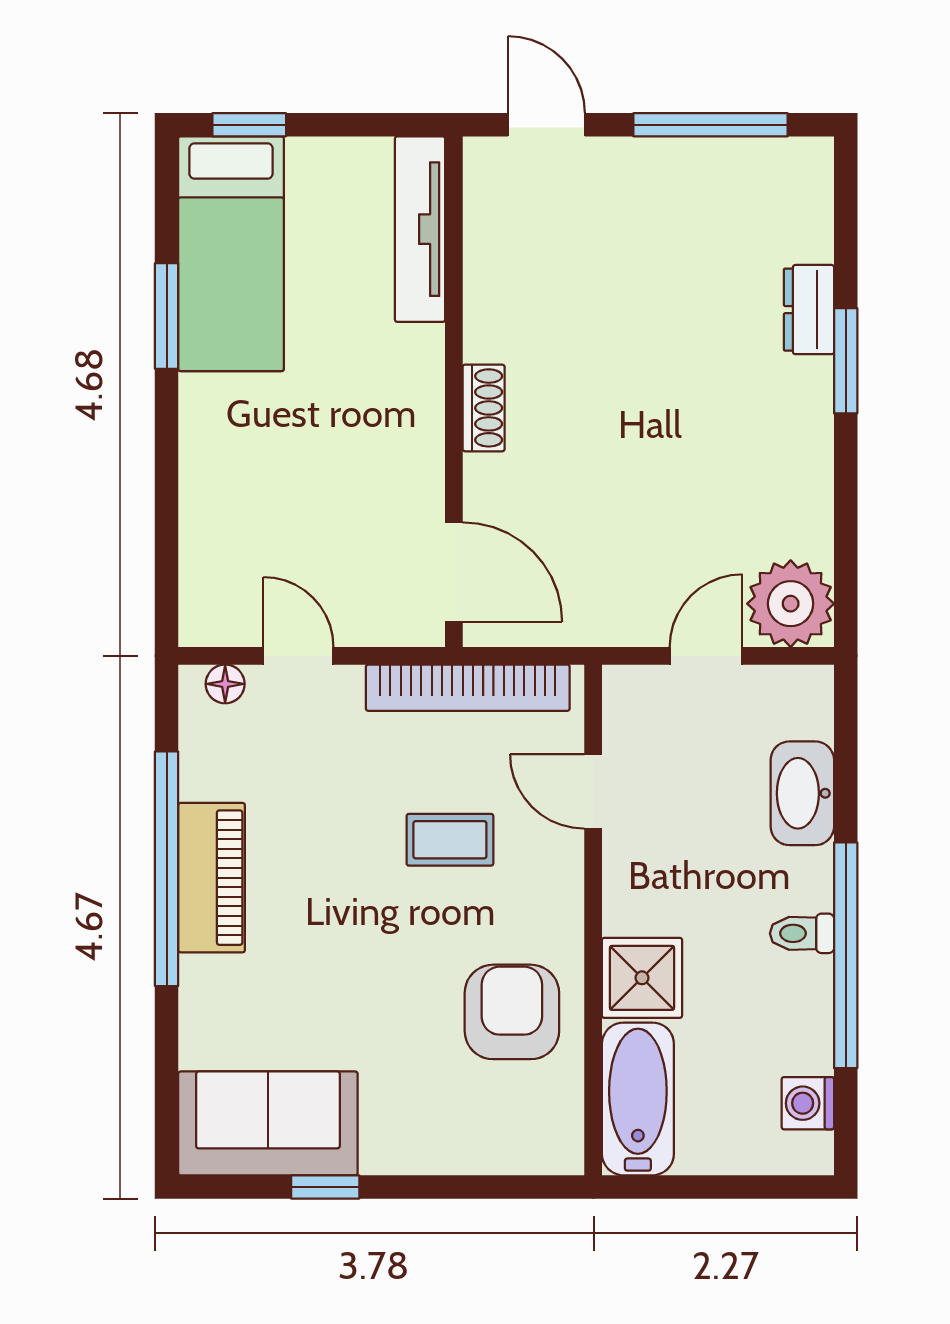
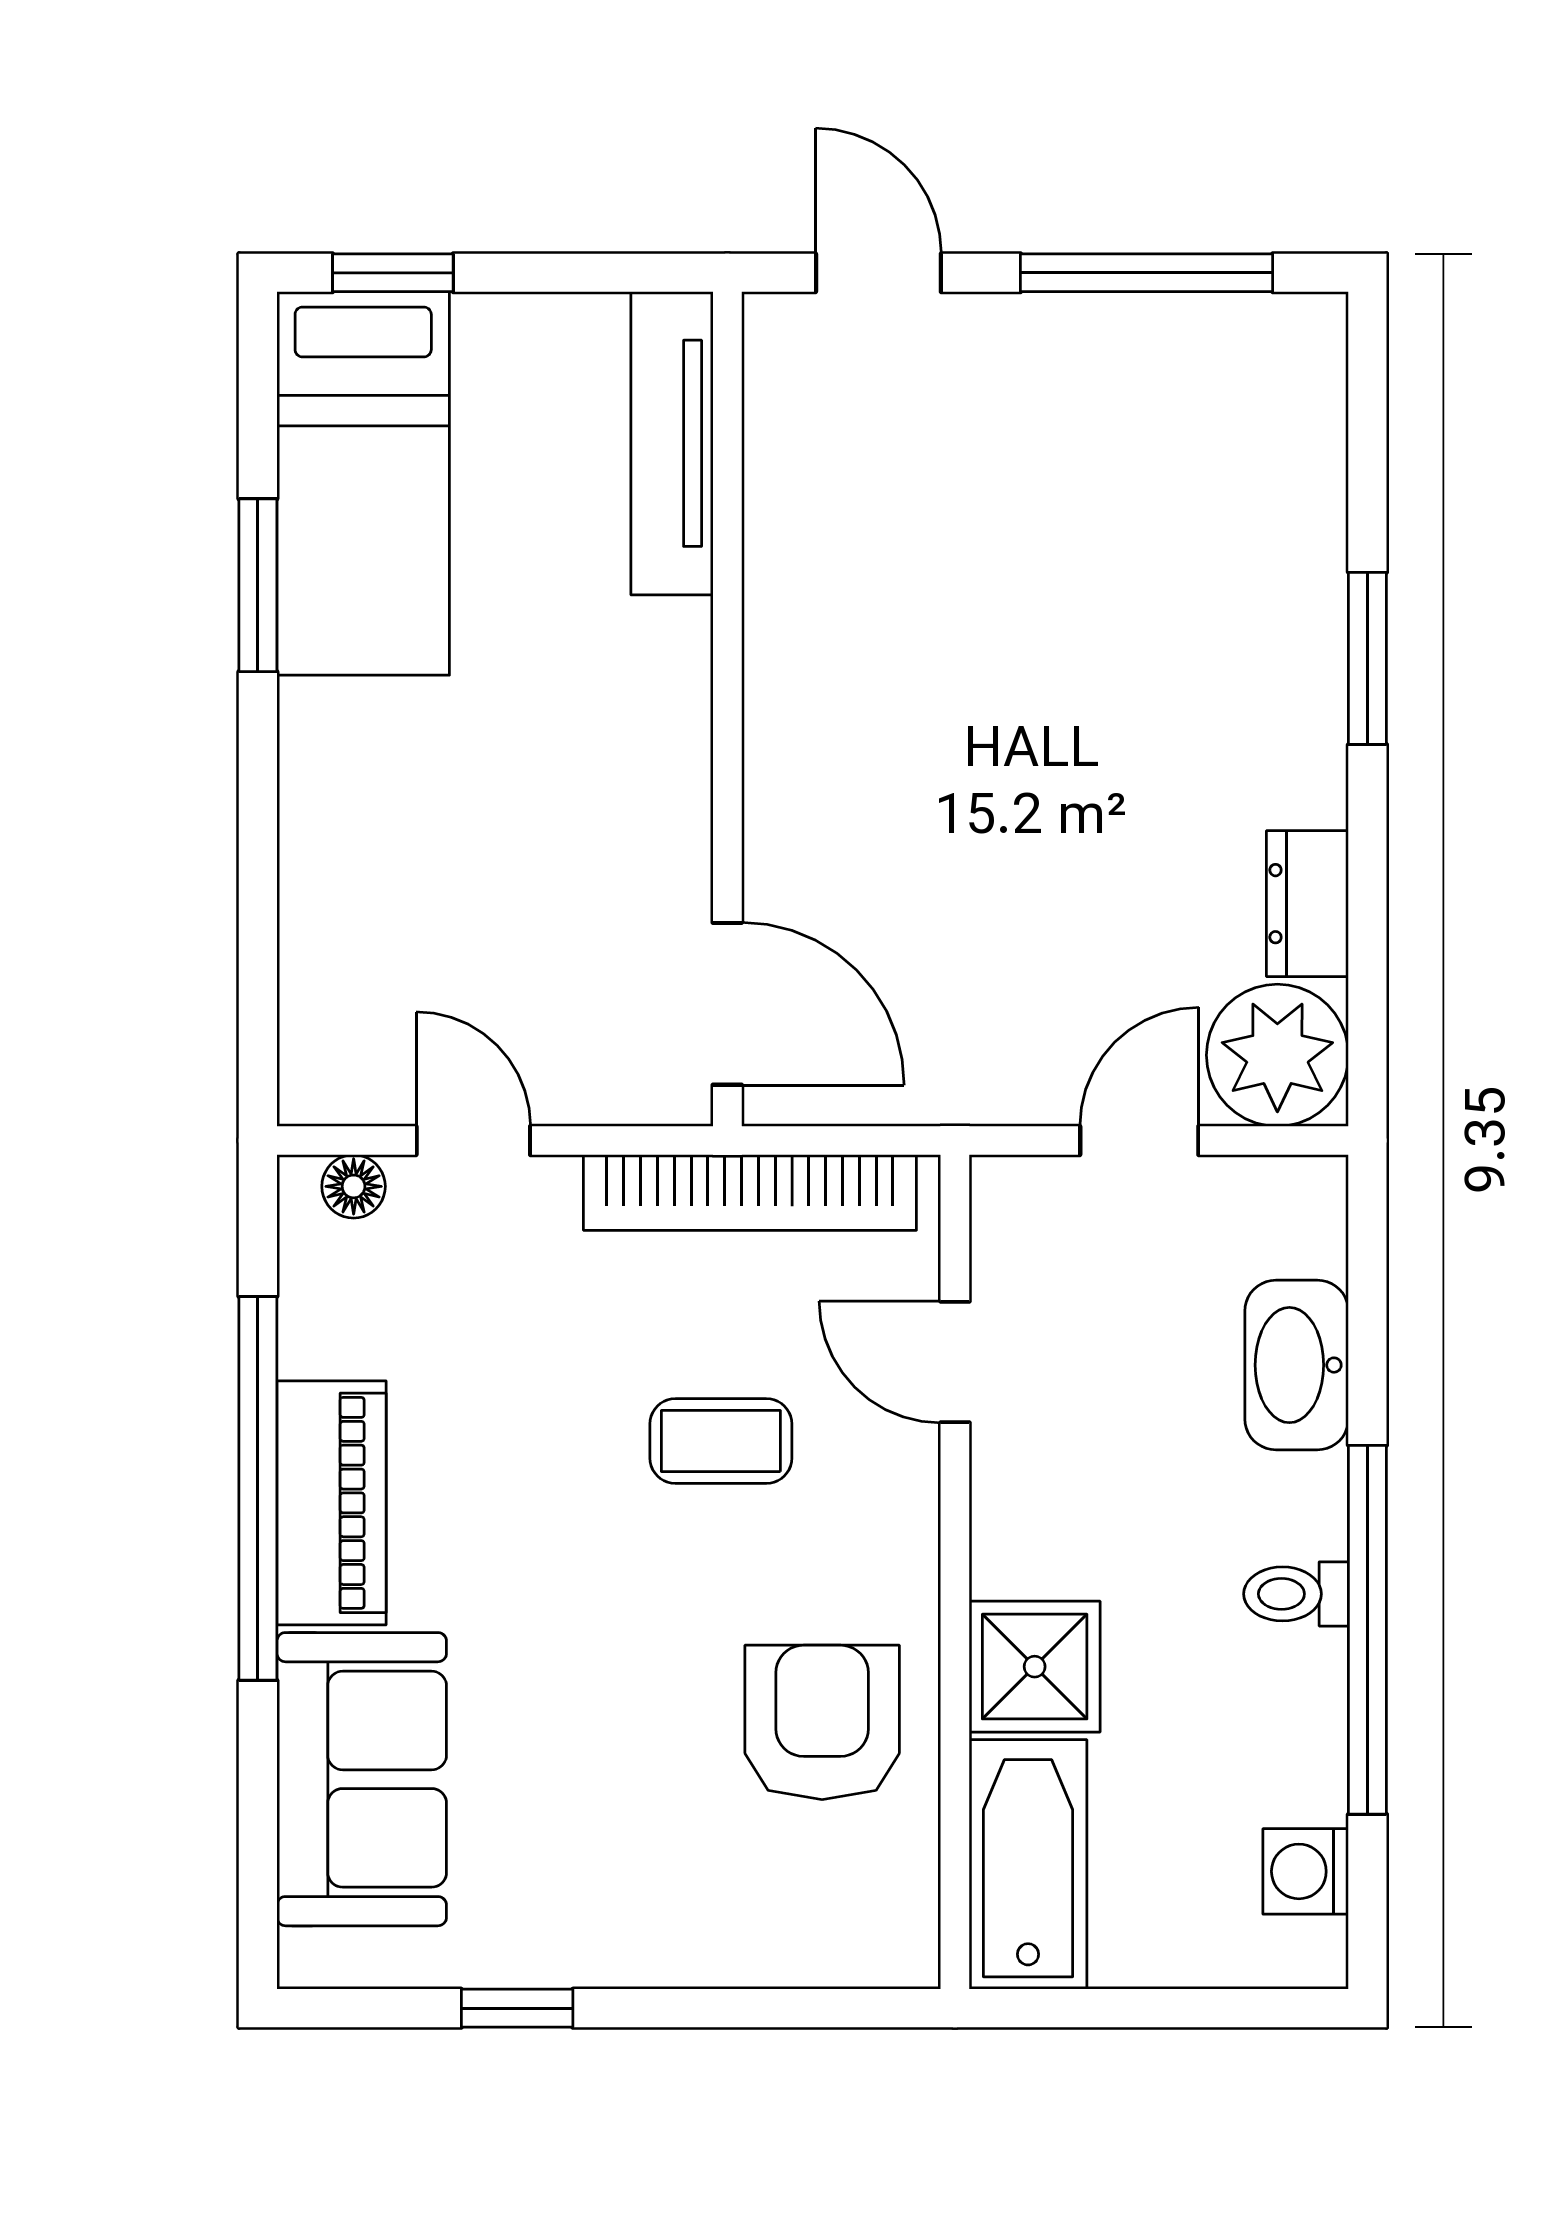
dresser: (809, 310) -> (1307, 904), moved
shoe rack: (484, 408) -> (776, 735), removed
sofa: (268, 1123) -> (362, 1779), moved, turned 90

